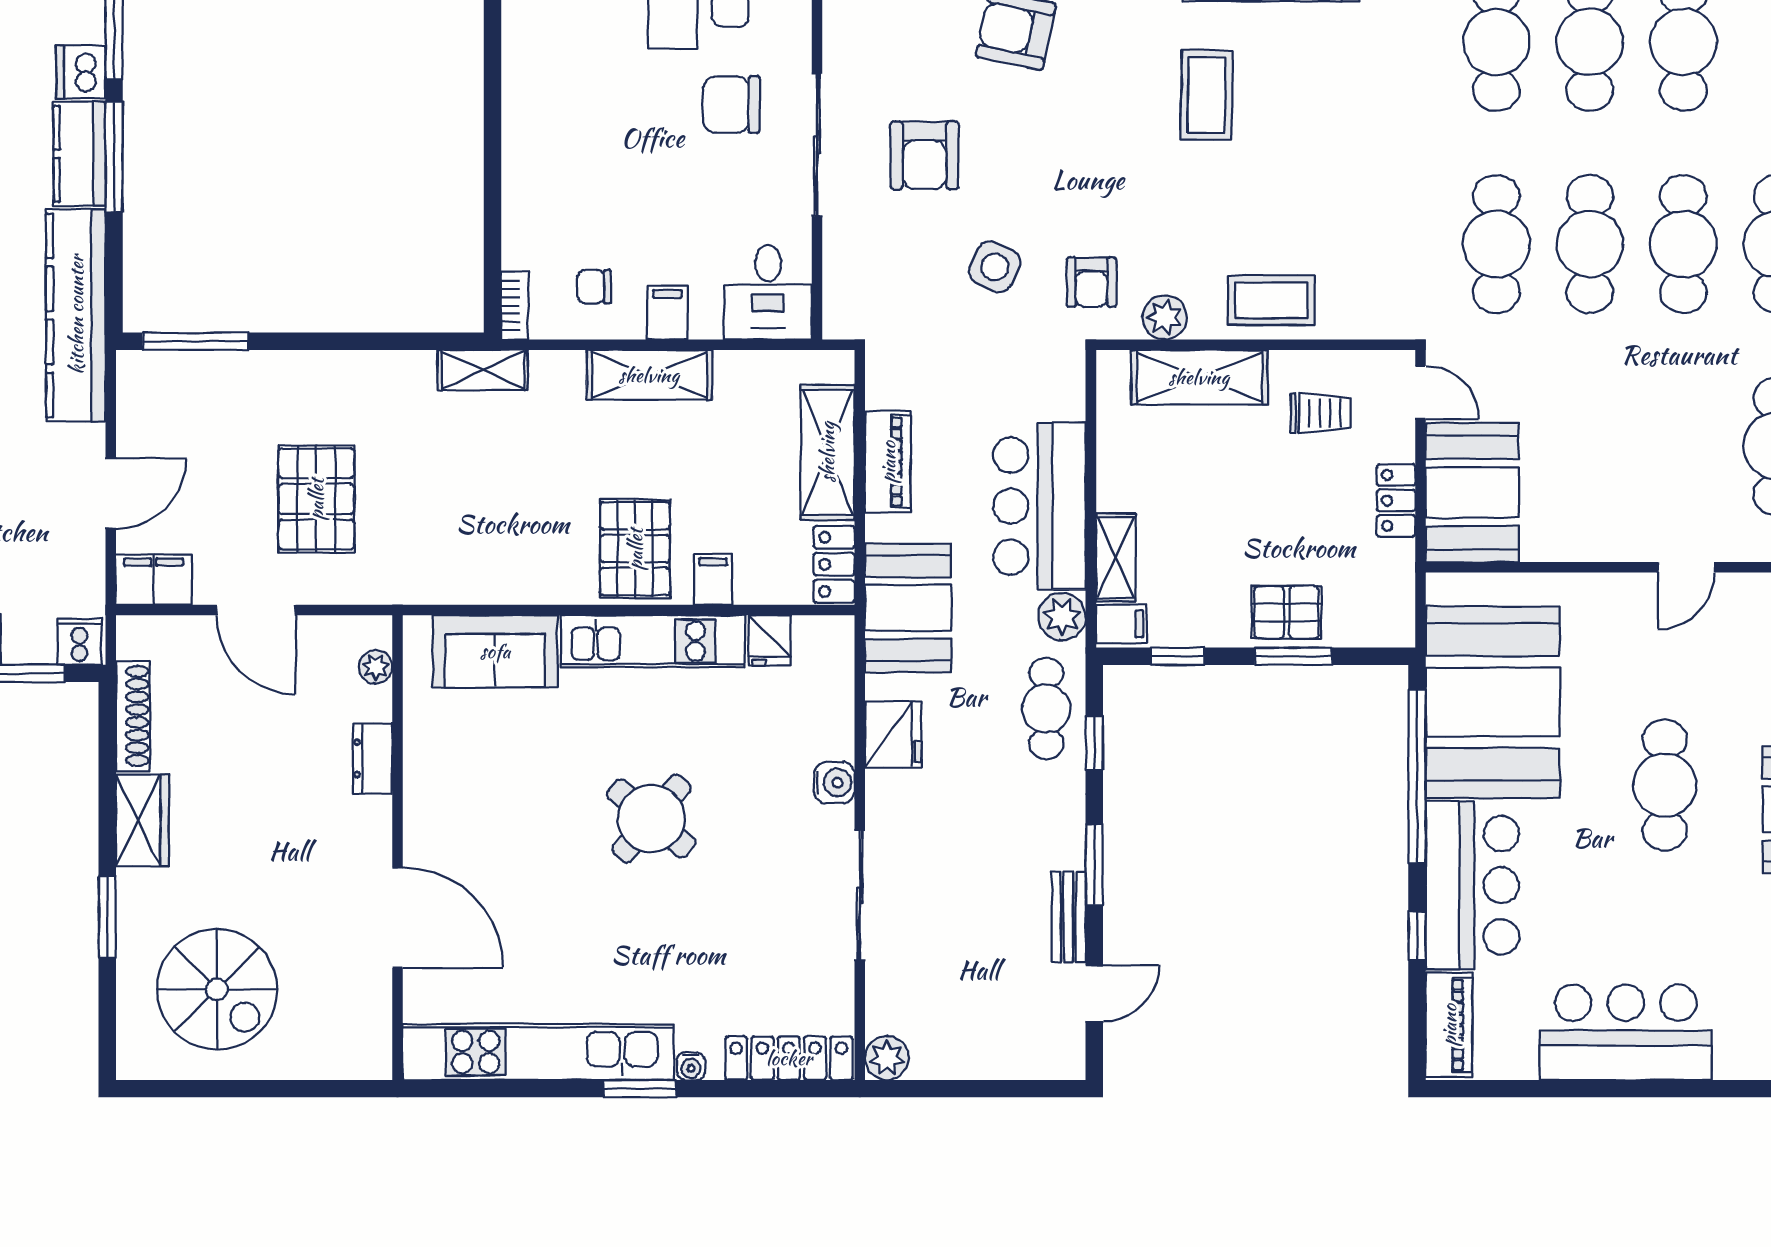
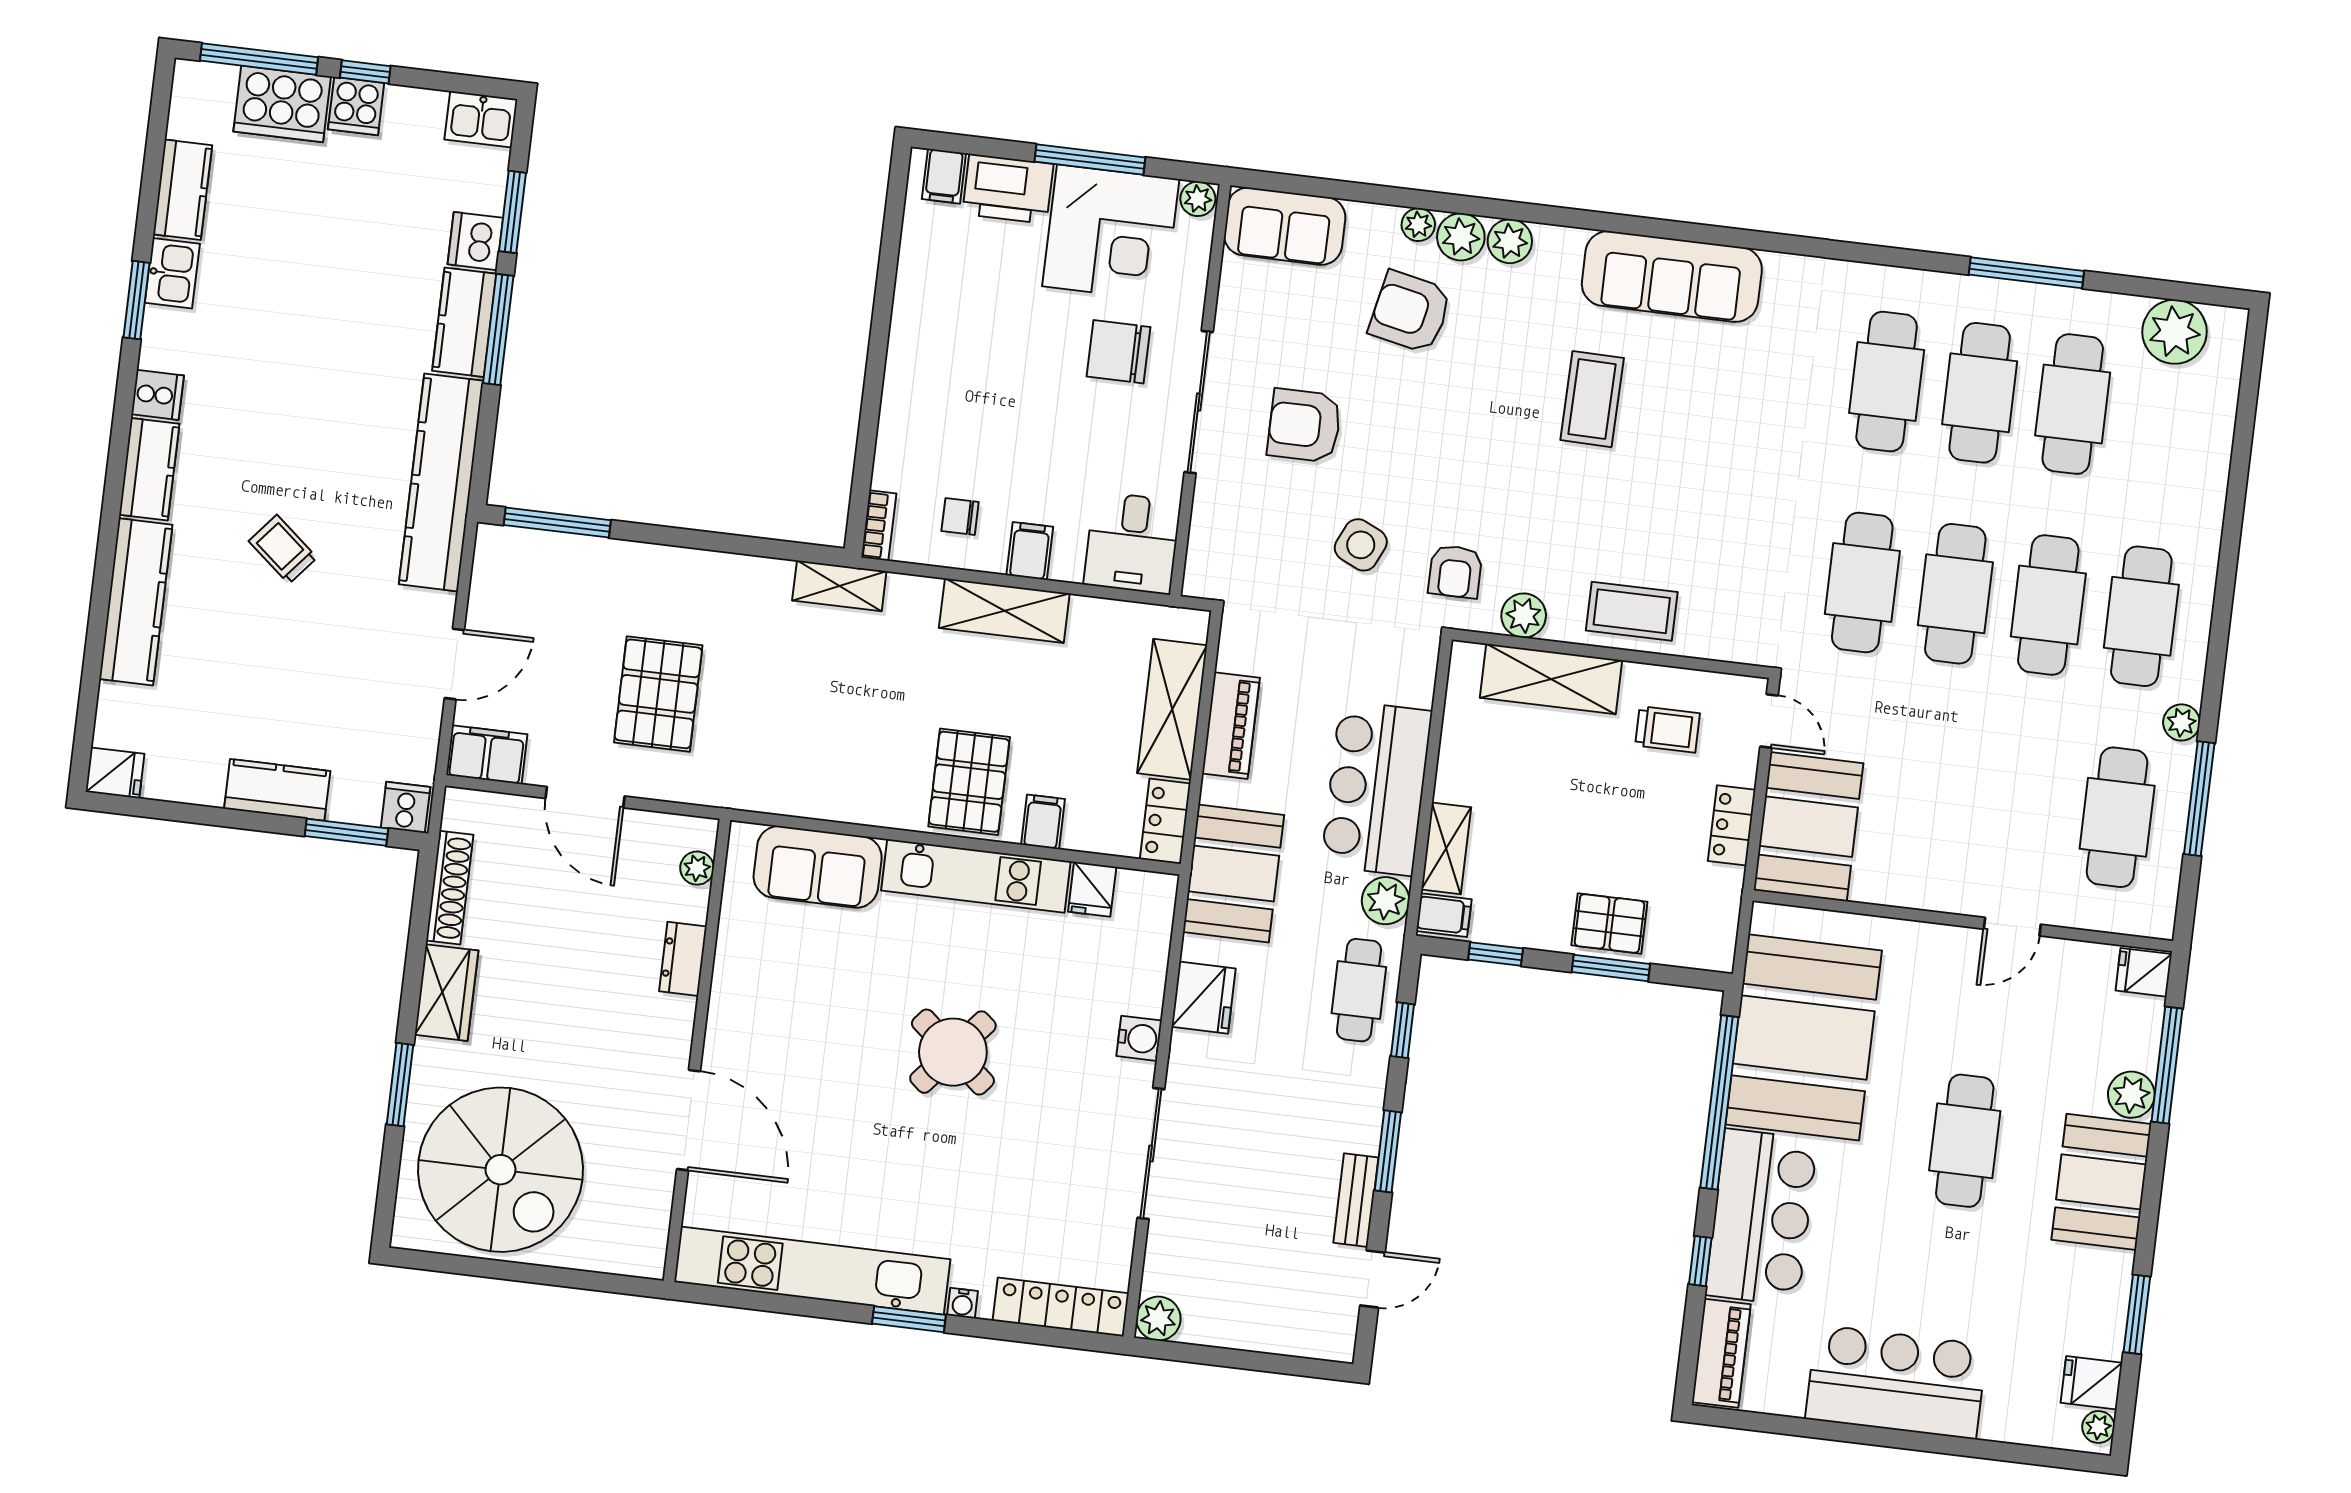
armchair: (925, 155) -> (1304, 425), turned 90
spiral stairs: (217, 989) -> (500, 1170), width x1.37, depth x1.37

